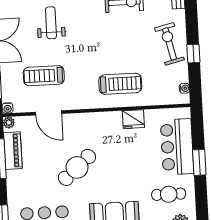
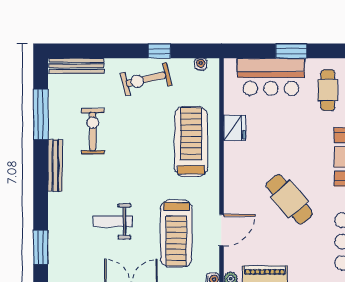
treadmill: (44, 76) -> (176, 233), width x1.37, depth x1.38
treadmill: (120, 84) -> (191, 141), width x1.37, depth x1.38

